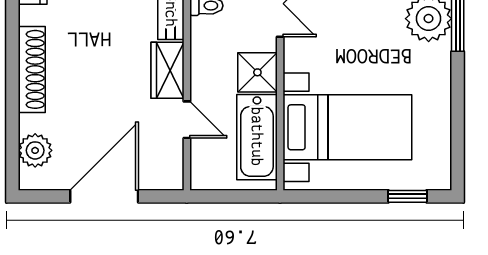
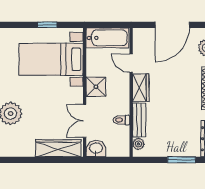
bathtub: (257, 137) -> (107, 38), moved, turned 90
window: (407, 196) -> (47, 25), moved

